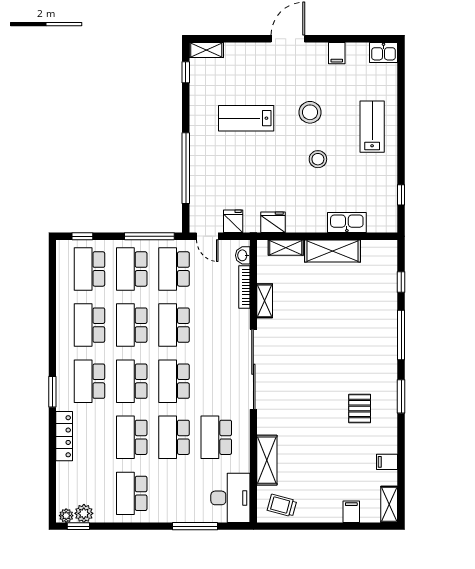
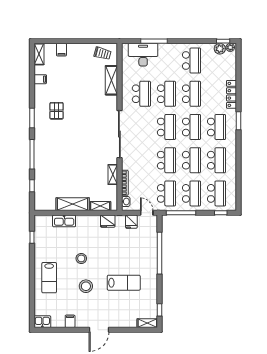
desk: (230, 498) -> (143, 55), moved, turned 90

